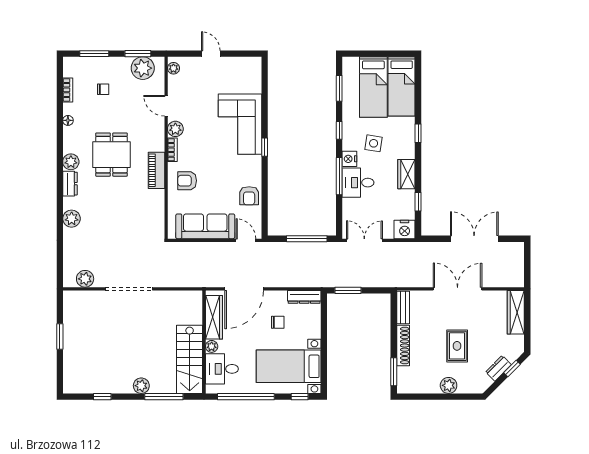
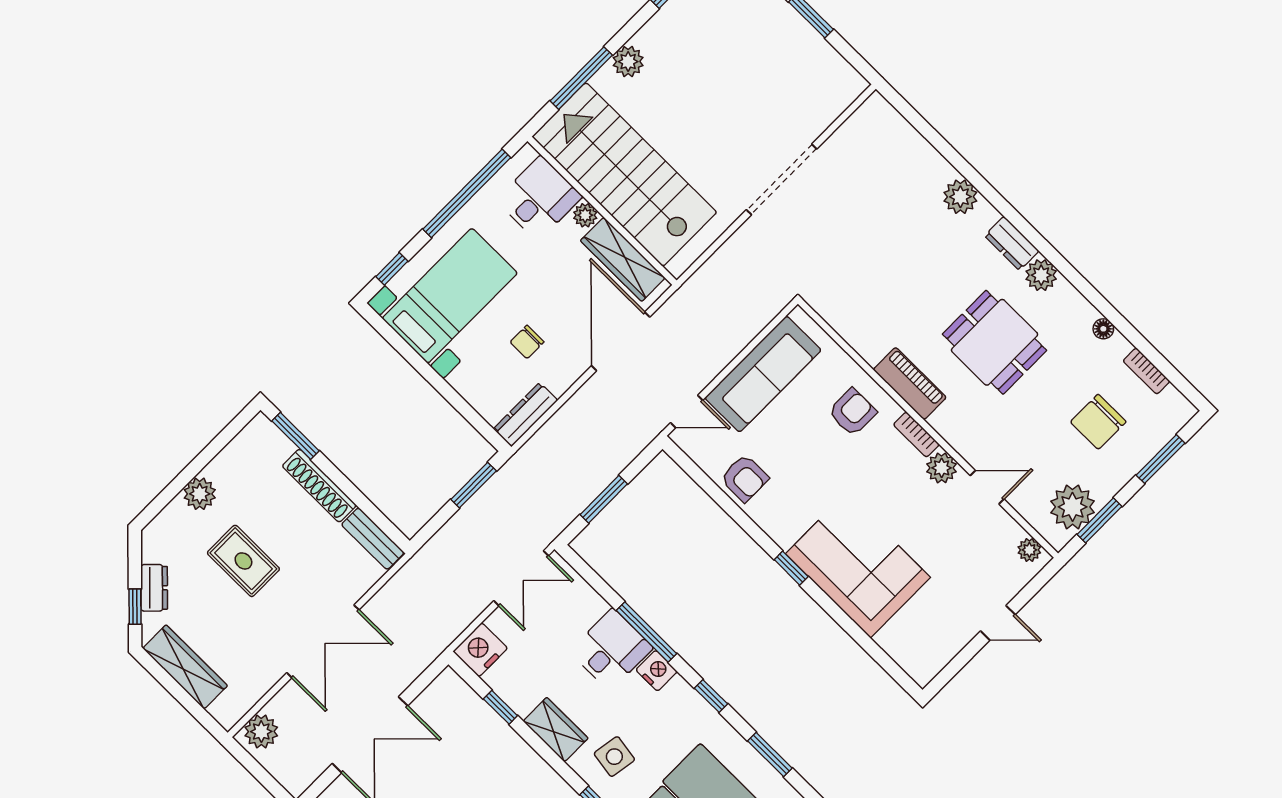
chair: (103, 89) -> (1098, 422), width x1.87, depth x1.87
side table: (374, 143) -> (614, 757), moved
armchair: (249, 196) -> (745, 478), turned 180
window: (307, 239) -> (604, 499), width x0.69
plant: (85, 279) -> (261, 732), moved
wardrobe: (516, 312) -> (185, 667), moved
stairs: (190, 359) -> (624, 174), width x1.36, depth x1.51

